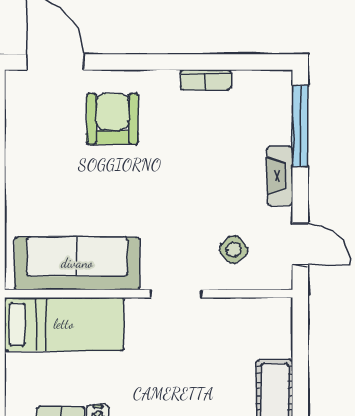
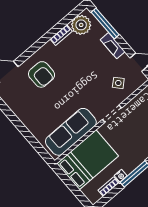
plant: (256, 92) -> (81, 25), added
armchair: (112, 119) -> (42, 74), turned 180
bed: (64, 324) -> (88, 160), width x1.50

